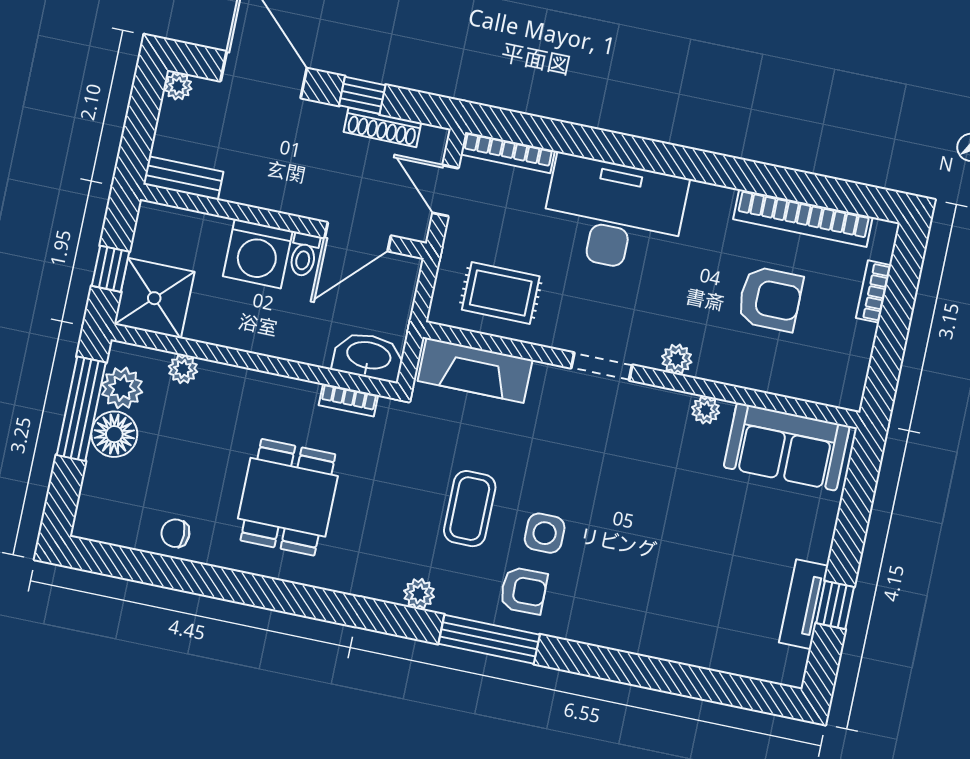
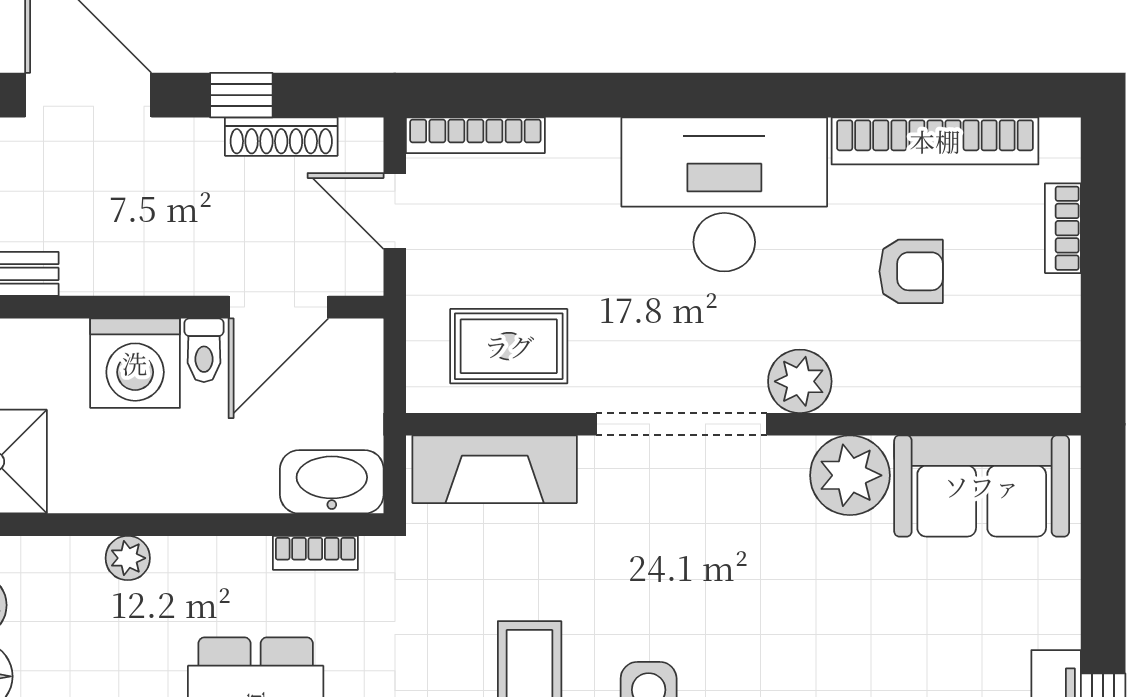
desk: (614, 215) -> (724, 194), moved
armchair: (770, 299) -> (911, 271), width x0.72, depth x0.72
plant: (677, 359) -> (800, 381), width x1.38, depth x1.38
doorway: (602, 367) -> (682, 424), width x1.87
plant: (183, 369) -> (128, 558), moved
plant: (706, 410) -> (850, 475), width x1.87, depth x1.87

